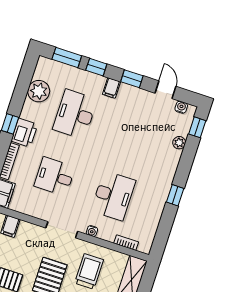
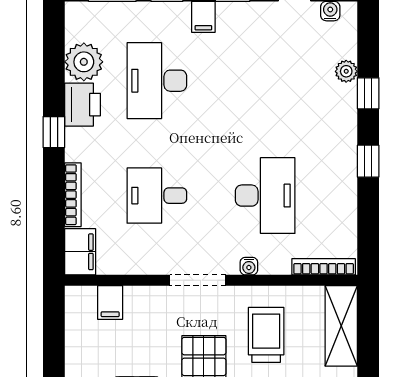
window: (197, 127) -> (368, 93), moved
printer: (24, 133) -> (83, 105), moved
bookcase: (126, 243) -> (324, 267), width x1.56

